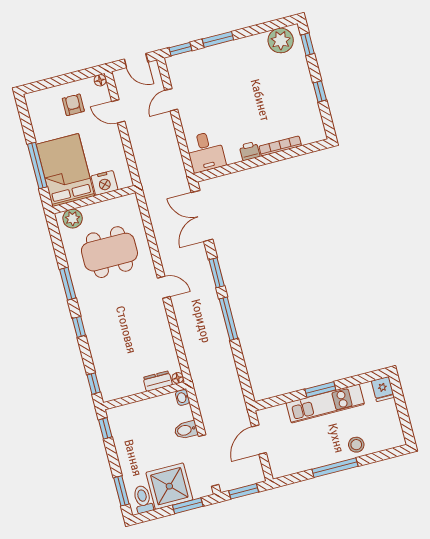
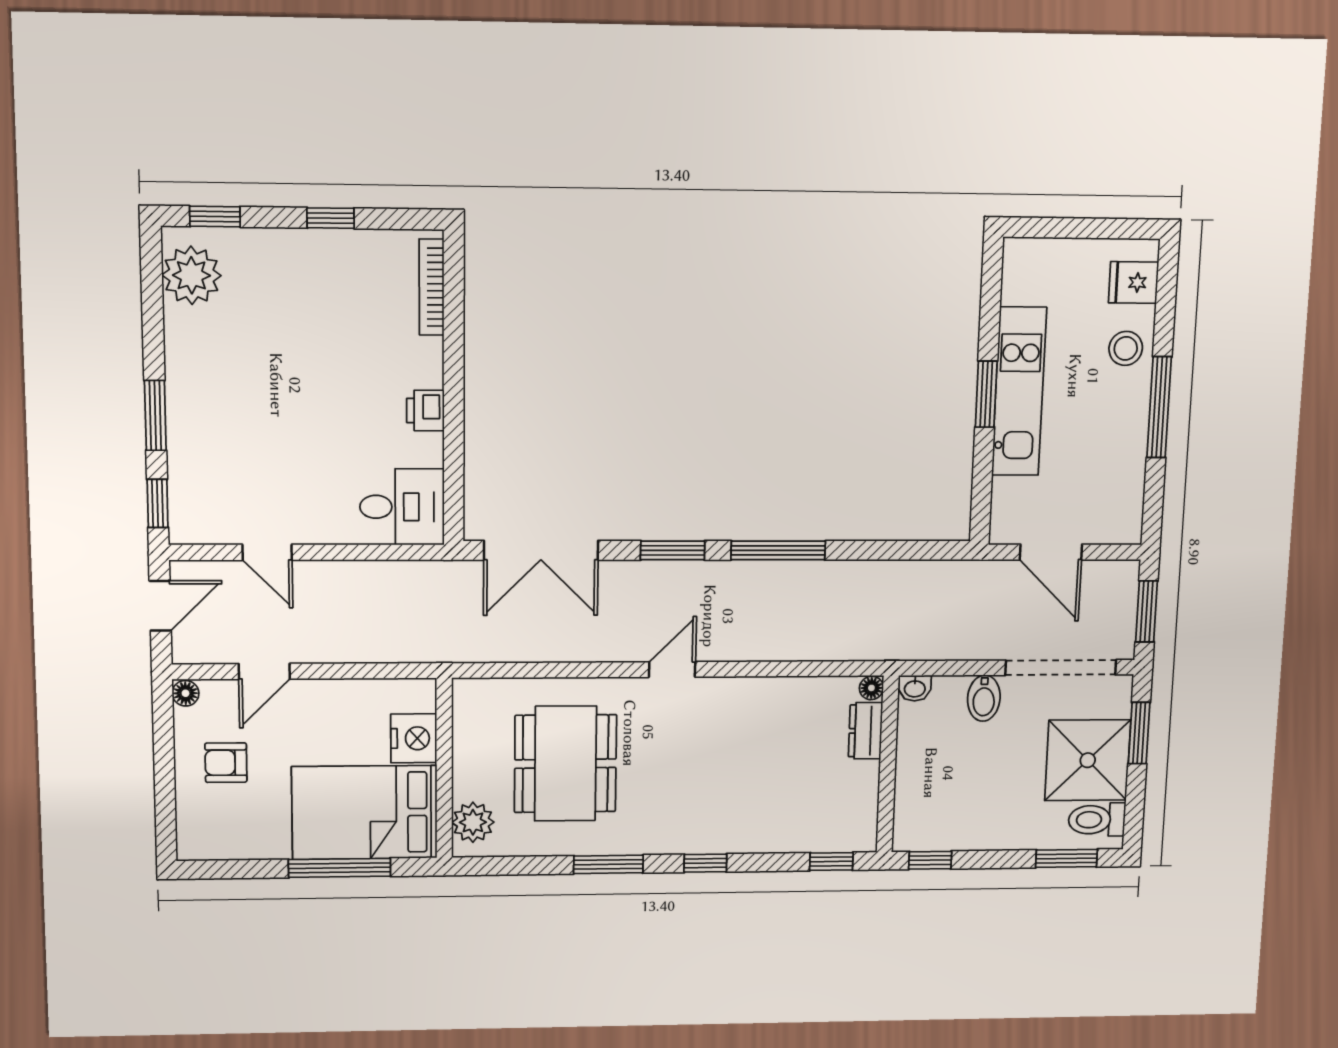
bookcase: (280, 146) -> (432, 287), moved
fridge: (383, 389) -> (1134, 282), moved, turned 180

